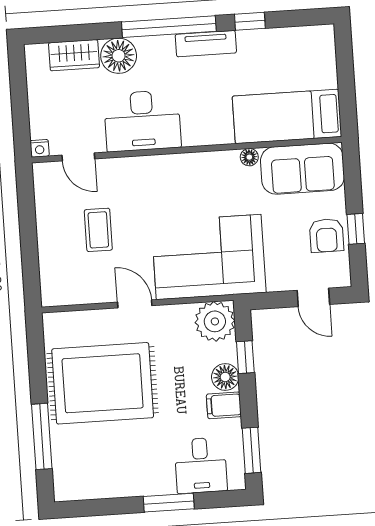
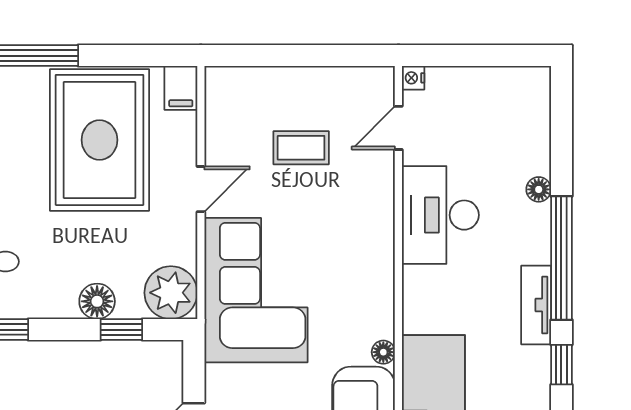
wardrobe: (74, 55) -> (532, 131), removed
floor lamp: (119, 56) -> (539, 189), width x0.53, depth x0.53
filing cabinet: (224, 405) -> (181, 88), moved, turned 180

